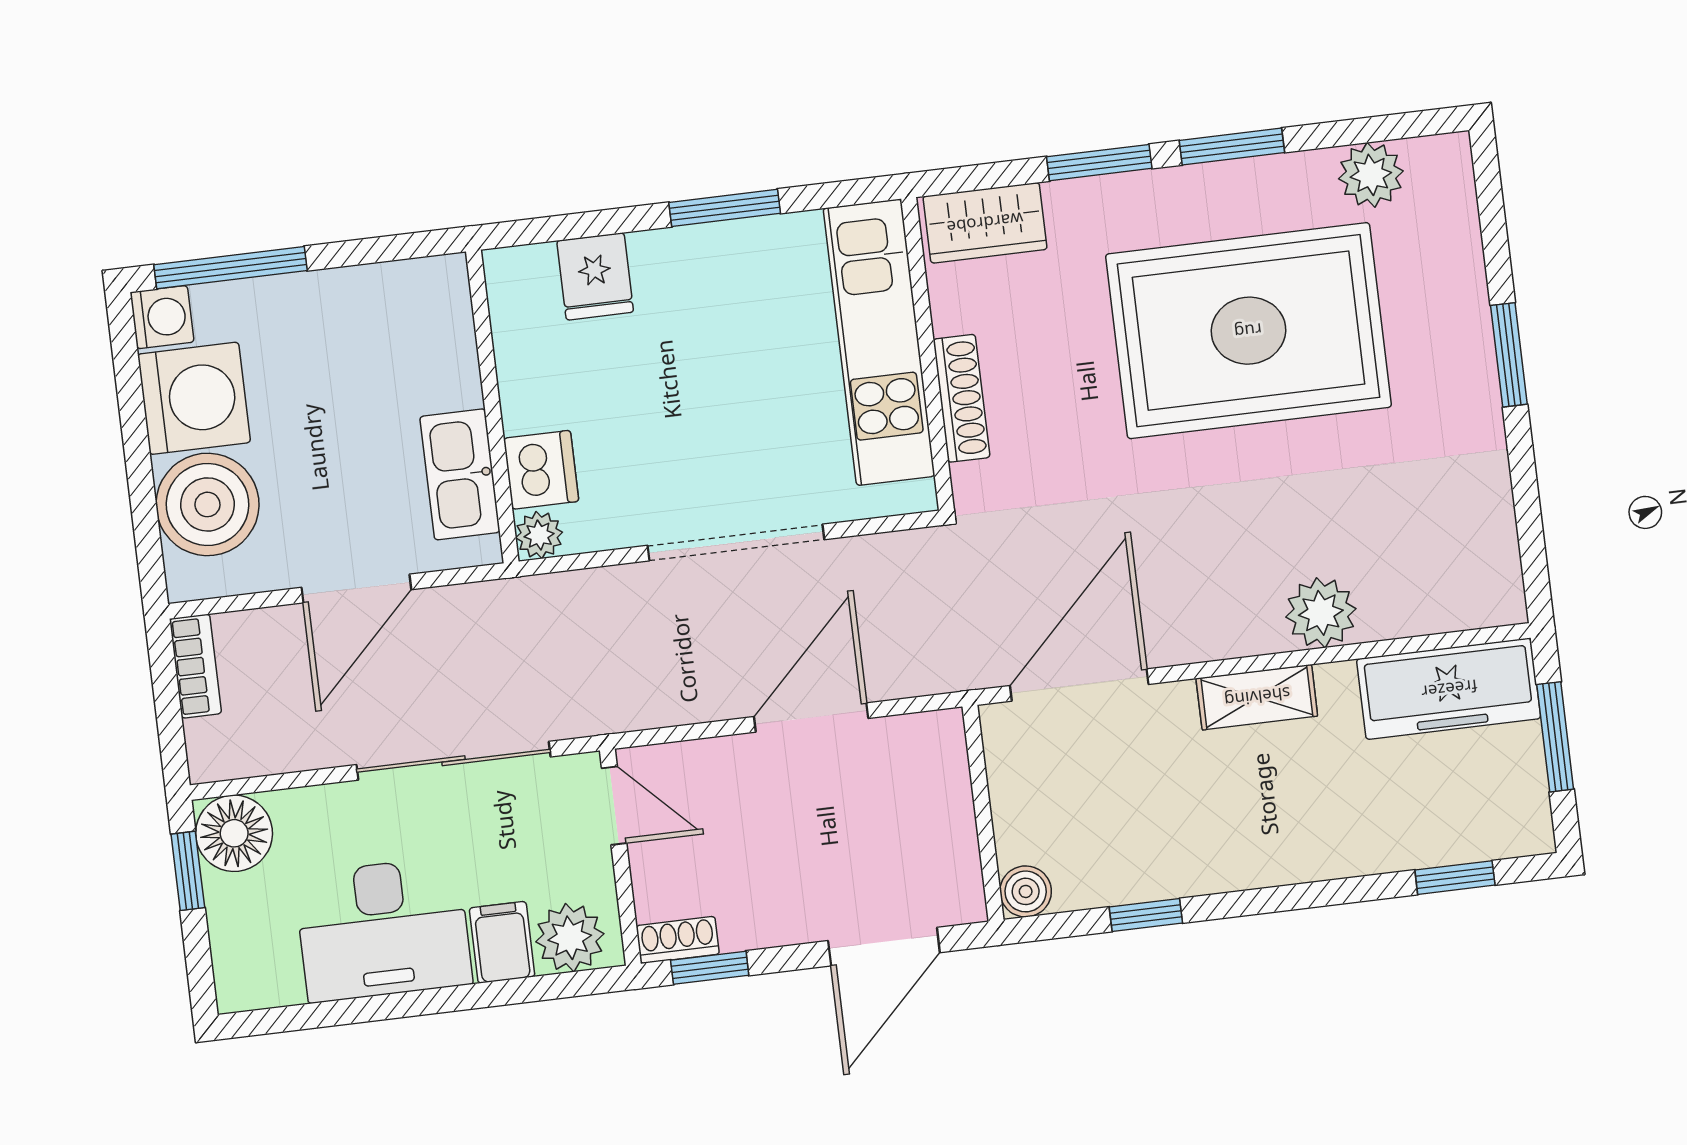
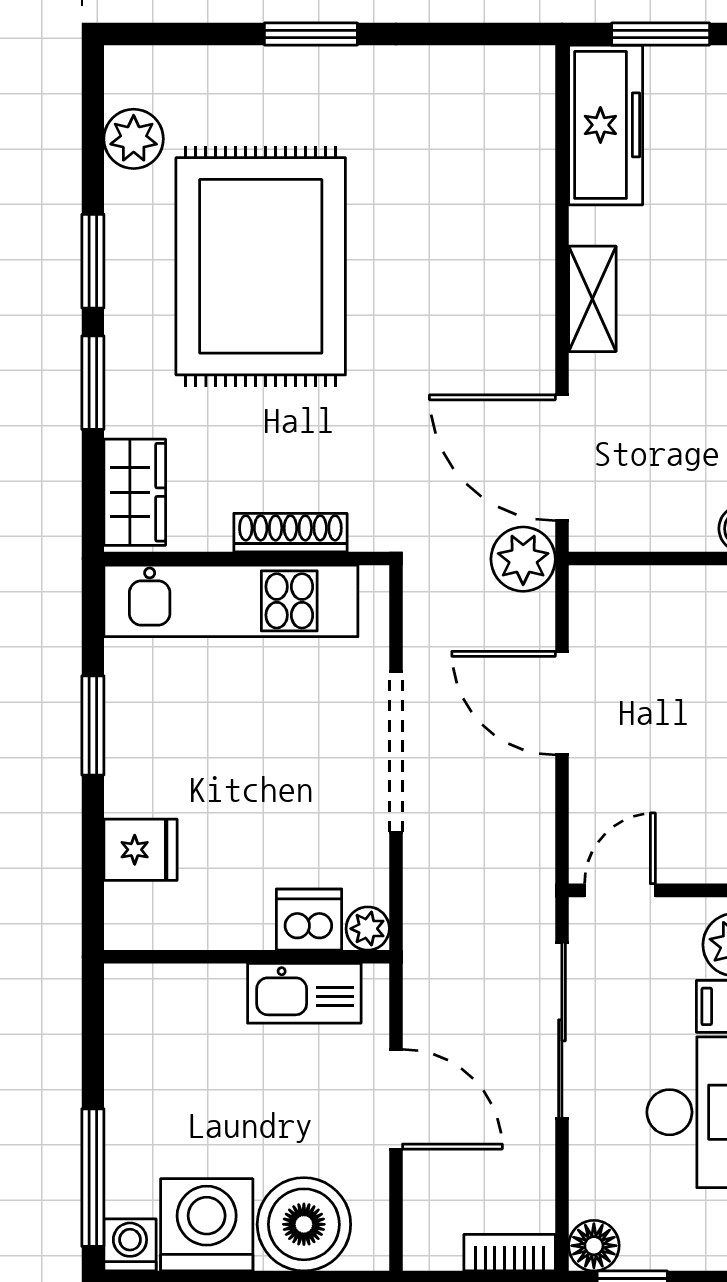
plant: (1321, 613) -> (523, 559), moved
bookcase: (196, 666) -> (510, 1253), moved
floor lamp: (234, 833) -> (594, 1246), width x0.73, depth x0.73

